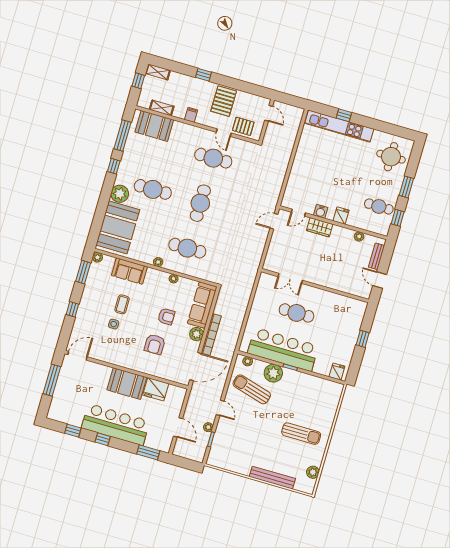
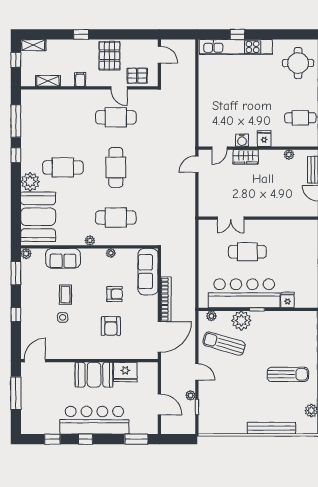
booth: (154, 126) -> (46, 102), removed
plant: (196, 334) -> (151, 303), removed
fridge: (337, 372) -> (288, 300), moved

